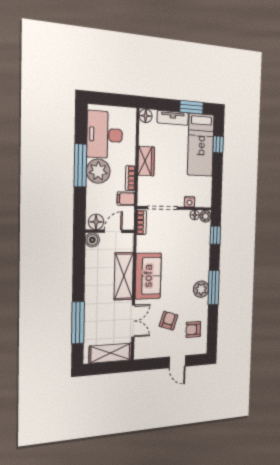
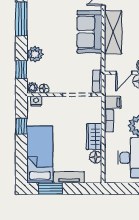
floor lamp: (146, 116) -> (96, 157), moved
window: (218, 144) -> (21, 126), moved
nightstand: (190, 202) -> (36, 101), moved
plant: (201, 289) -> (35, 54), moved

